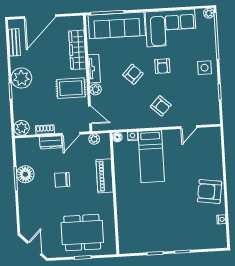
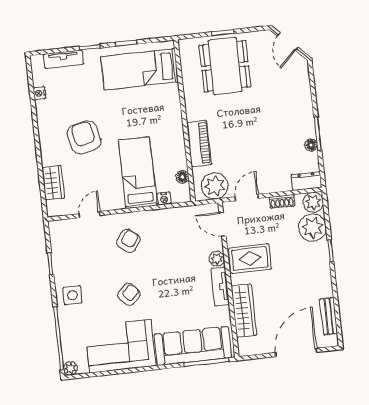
armchair: (162, 66) -> (129, 294), turned 47
armchair: (133, 74) -> (168, 282), removed
plant: (21, 78) -> (312, 228), moved
armchair: (161, 106) -> (128, 241), turned 84
floor lamp: (117, 137) -> (182, 177), moved
plant: (94, 139) -> (215, 186), width x1.87, depth x1.87
dresser: (51, 142) -> (306, 181), moved
wardrobe: (215, 152) -> (53, 183), added
floor lamp: (25, 174) -> (311, 145), width x0.53, depth x0.53
chair: (62, 180) -> (255, 135), removed
armchair: (210, 192) -> (84, 137), moved, turned -110
dining table: (82, 233) -> (225, 66), turned 90
bed: (146, 233) -> (140, 69), added
tv unit: (202, 244) -> (63, 59), added

